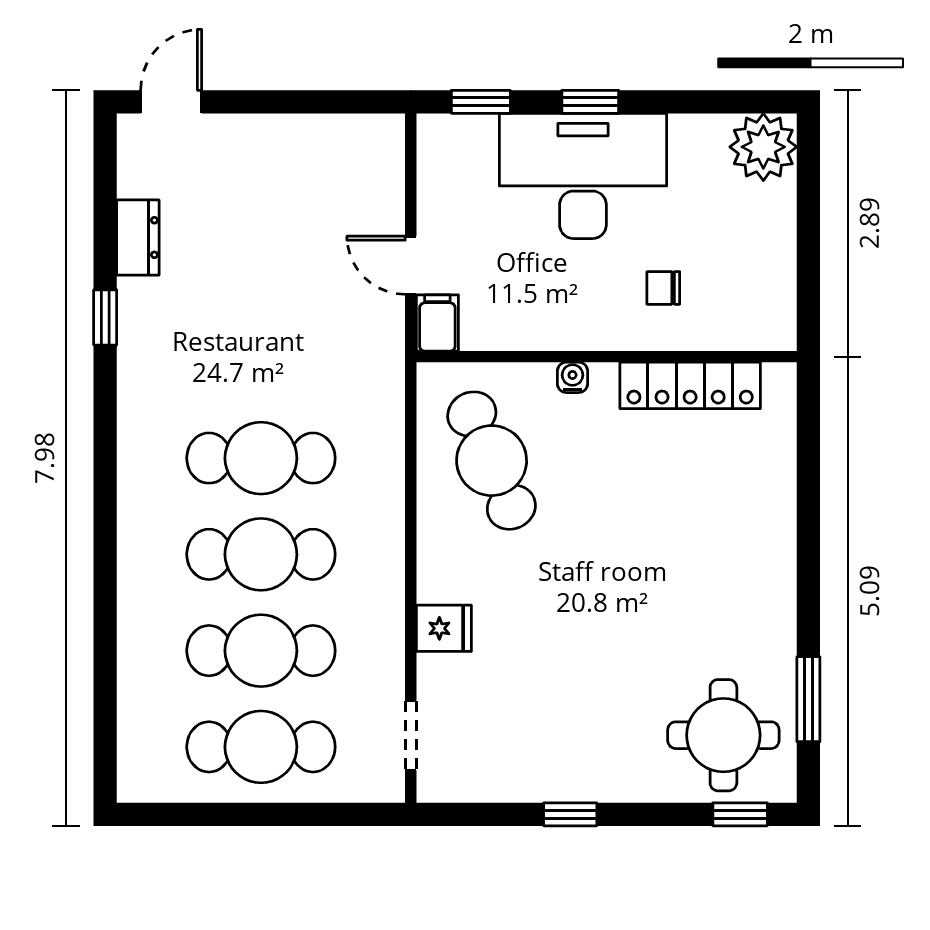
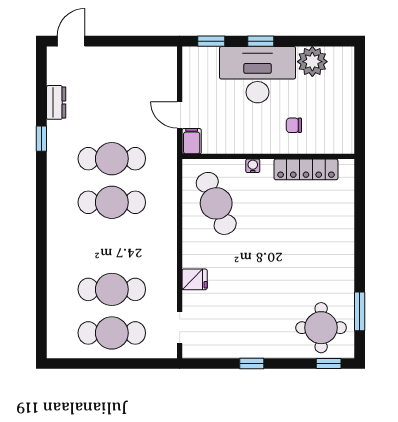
plant: (763, 147) -> (312, 62), moved
cafe table: (261, 554) -> (112, 159), moved

